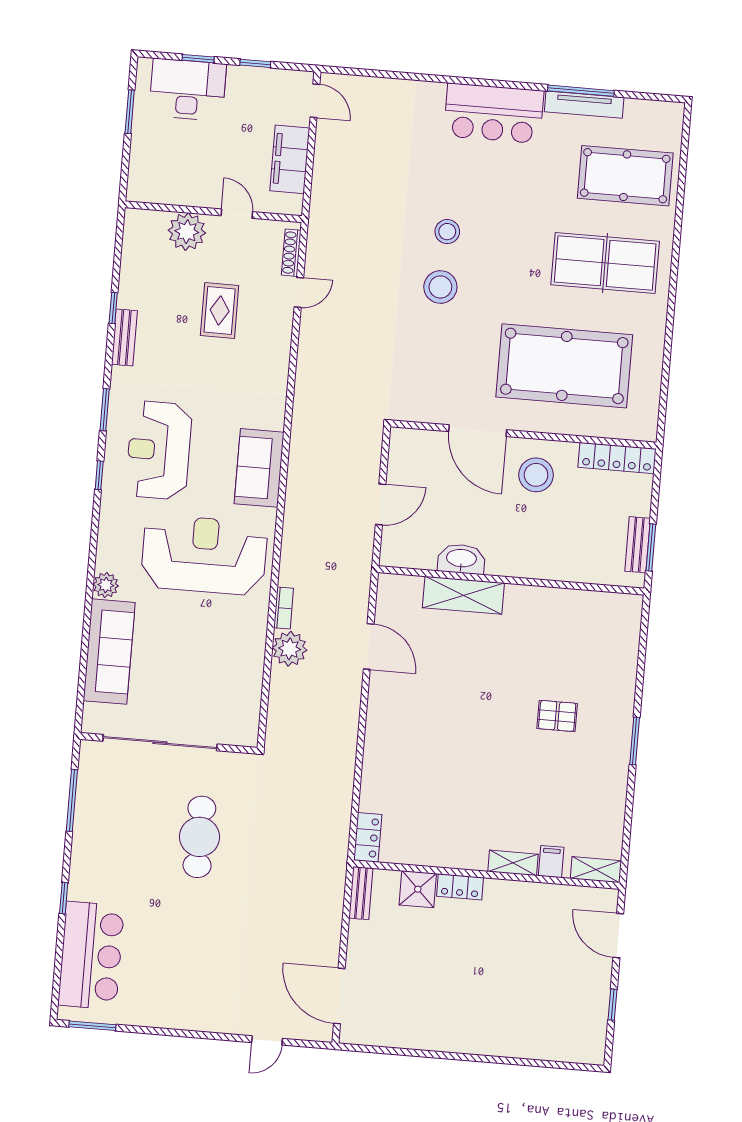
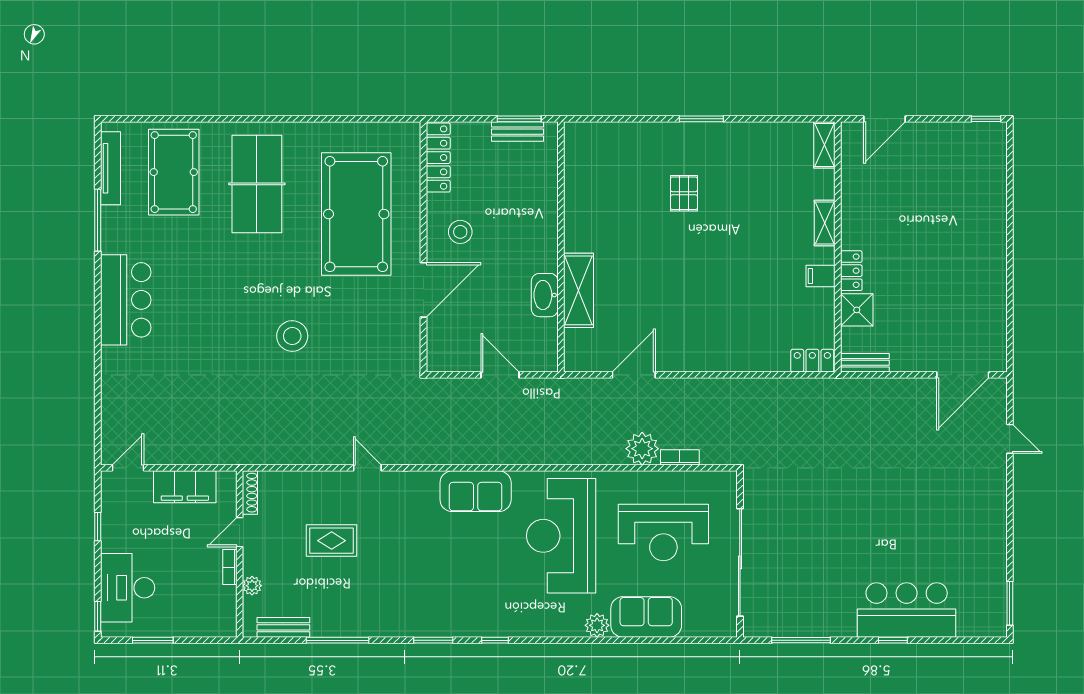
window: (198, 59) -> (98, 616), moved
tv unit: (584, 105) -> (110, 168), moved
bookcase: (201, 200) -> (230, 567), added
plant: (187, 232) -> (252, 586), width x0.53, depth x0.53
stool: (447, 232) -> (240, 334), removed
shoe rack: (291, 253) -> (250, 493), moved, turned -90
door: (299, 292) -> (367, 468), moved
window: (113, 308) -> (338, 640), width x2.17
bench: (124, 337) -> (283, 627), moved
reception desk: (159, 450) -> (663, 533), moved
stool: (536, 475) -> (460, 232), width x0.73, depth x0.73
bookcase: (284, 608) -> (680, 457), moved
sofa: (109, 652) -> (646, 617), width x0.73
cafe table: (199, 837) -> (825, 518), removed
filing cabinet: (551, 862) -> (820, 276), moved
bar counter: (91, 955) -> (907, 610), moved
window: (612, 1005) -> (986, 119), moved

